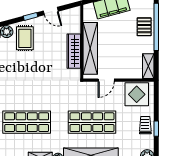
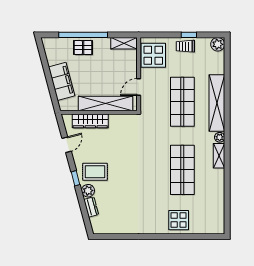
window: (31, 16) -> (76, 178), moved
wardrobe: (74, 51) -> (90, 121), moved
door: (106, 80) -> (139, 87), swing flipped

